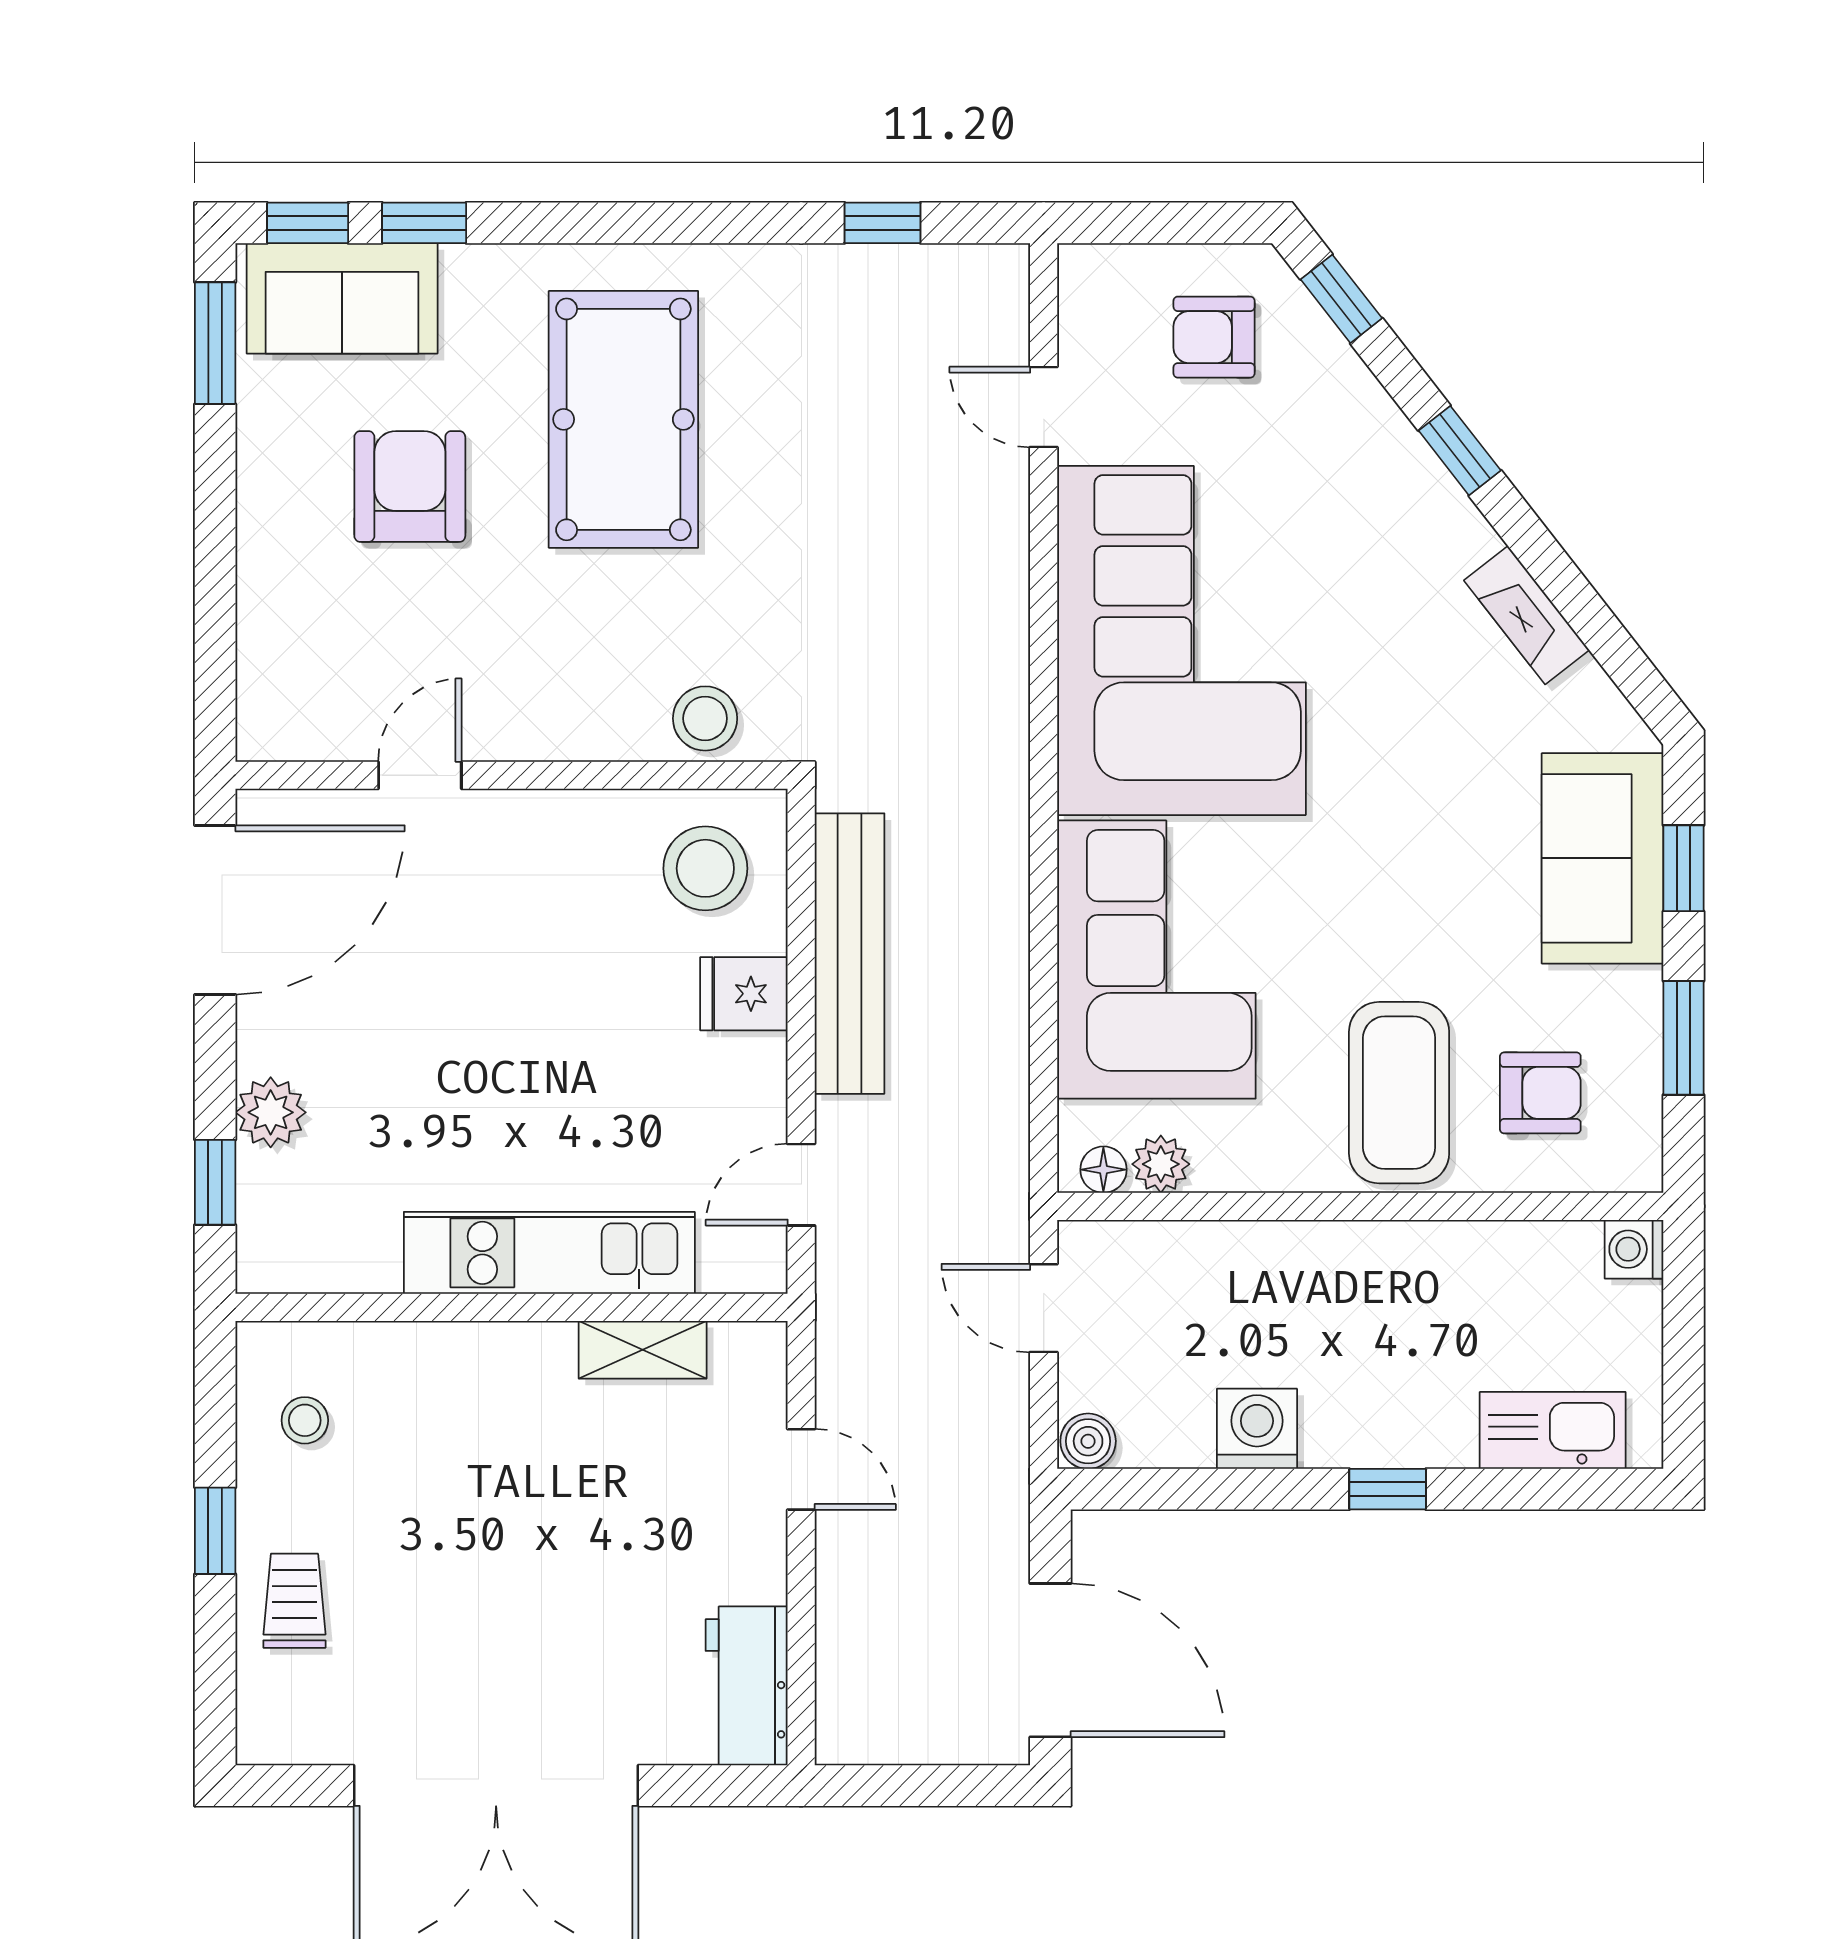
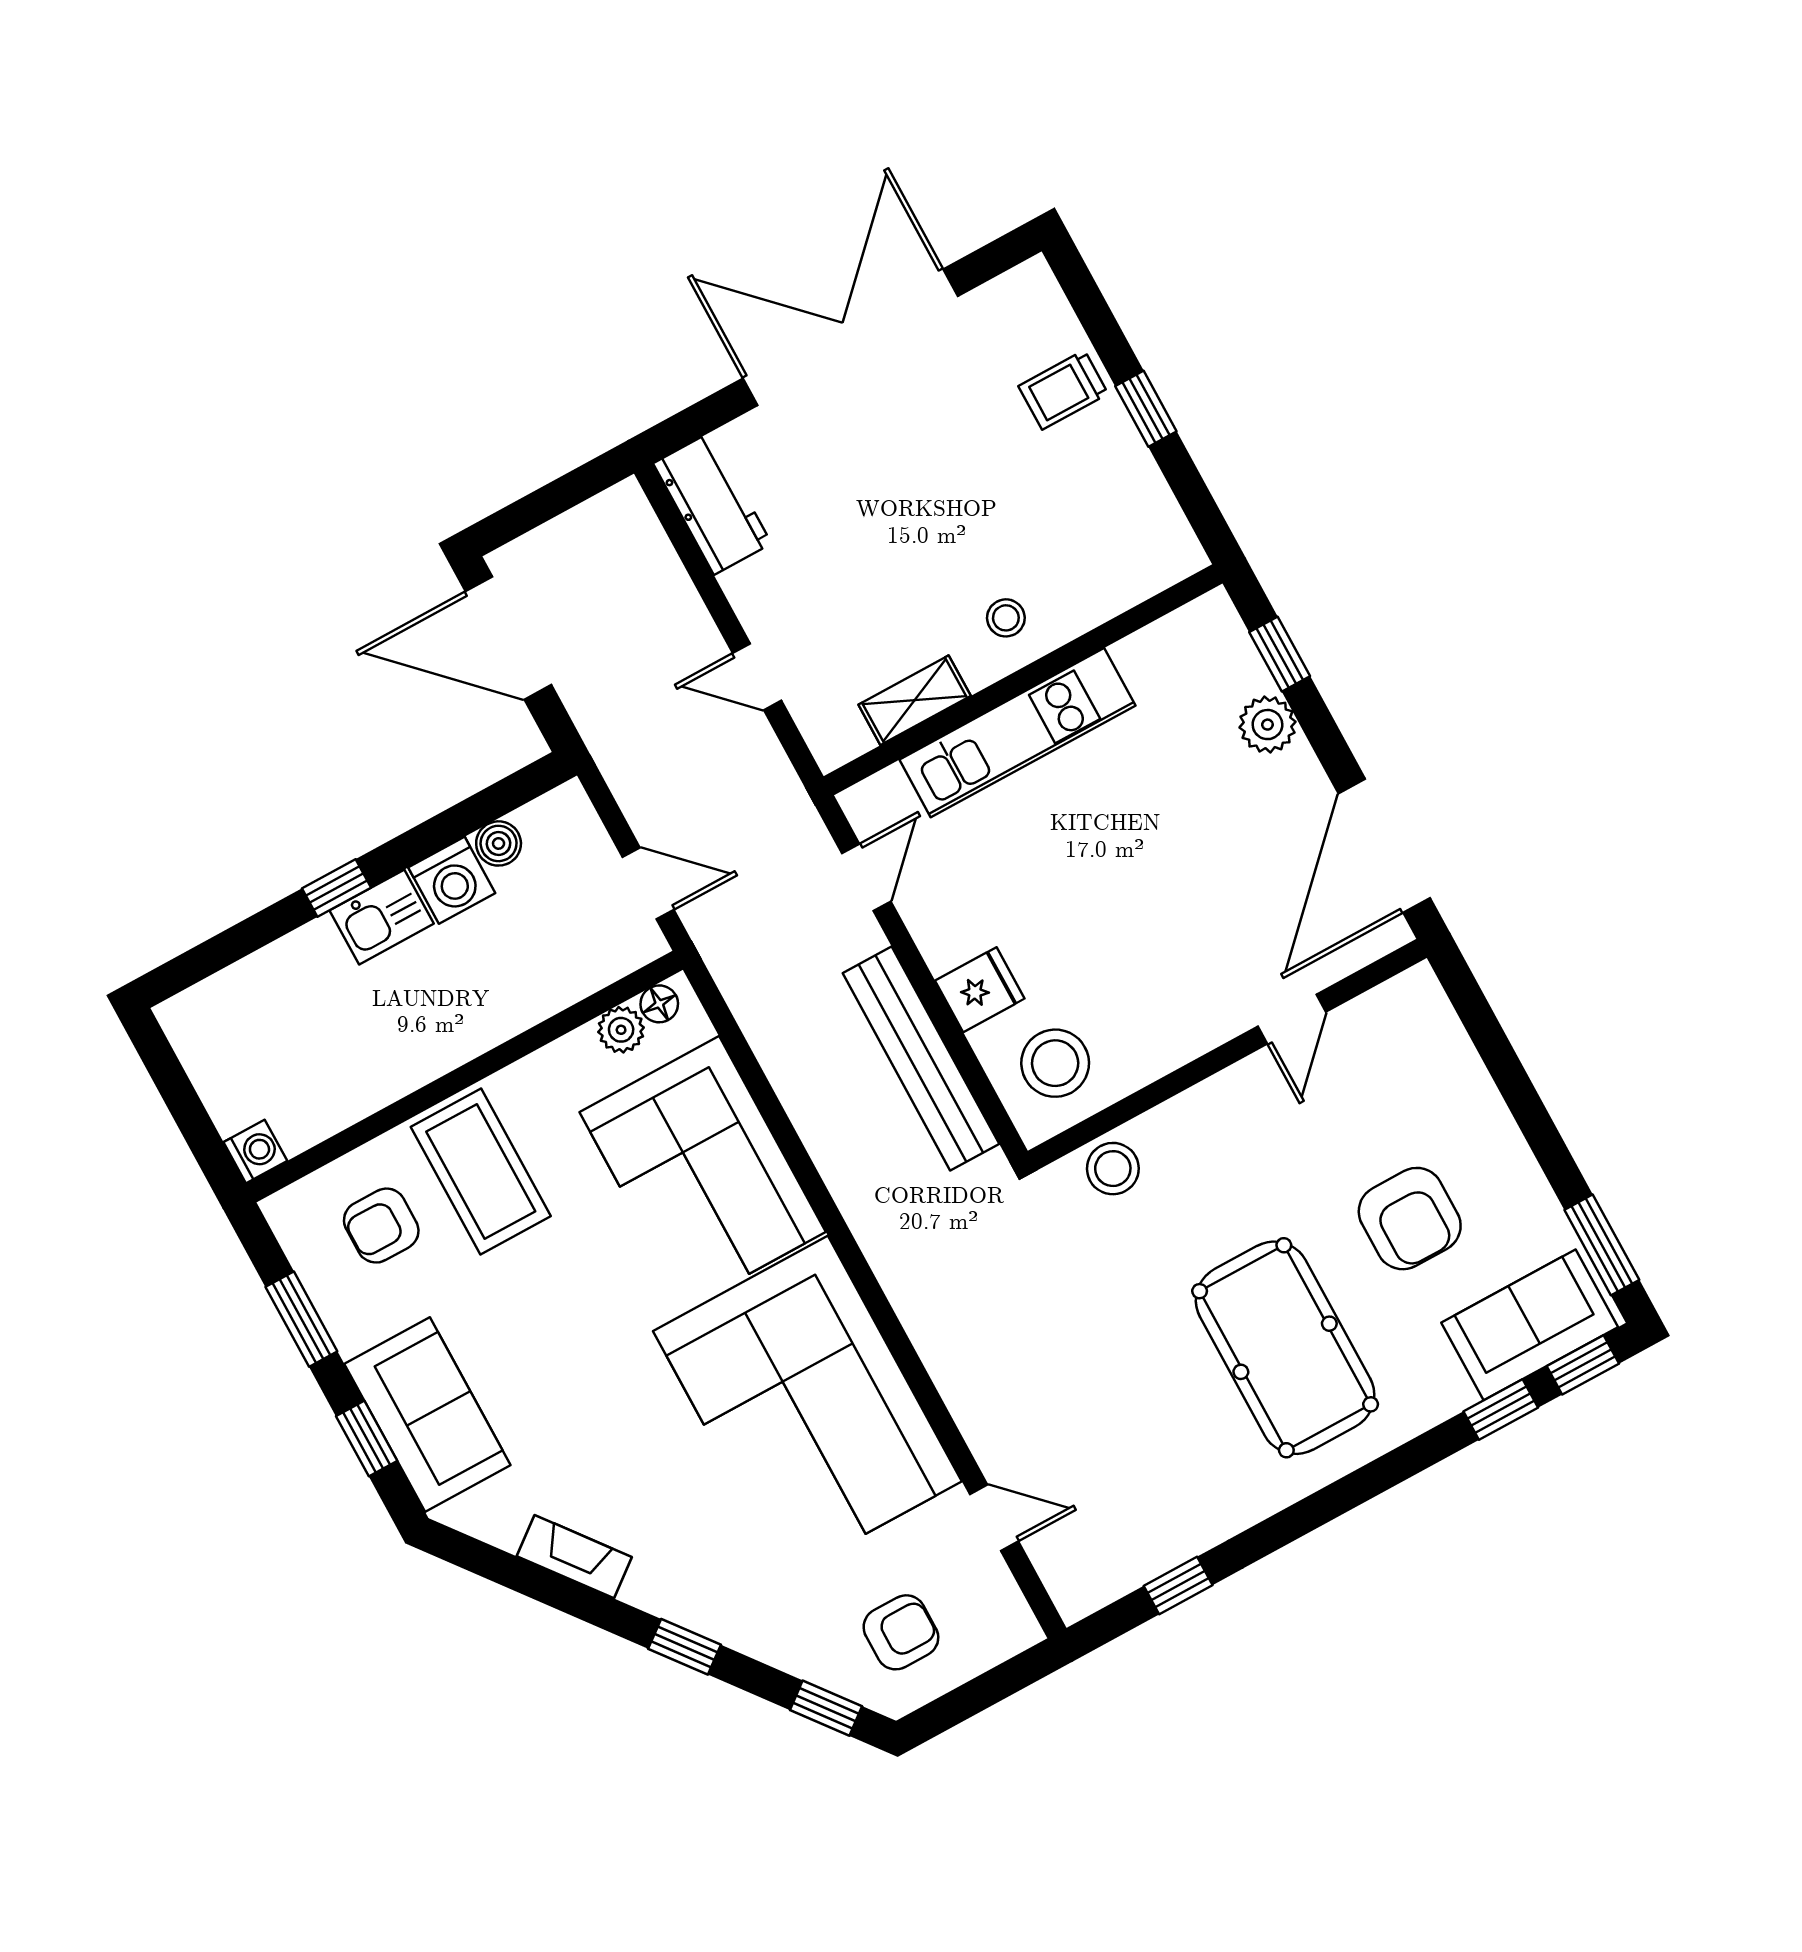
stool: (305, 1420) -> (1006, 618), moved
kitchen sink: (1553, 1430) -> (382, 917), moved, width x0.73
boiler: (1088, 1441) -> (499, 843), moved
trolley: (294, 1601) -> (1063, 390), turned 90

